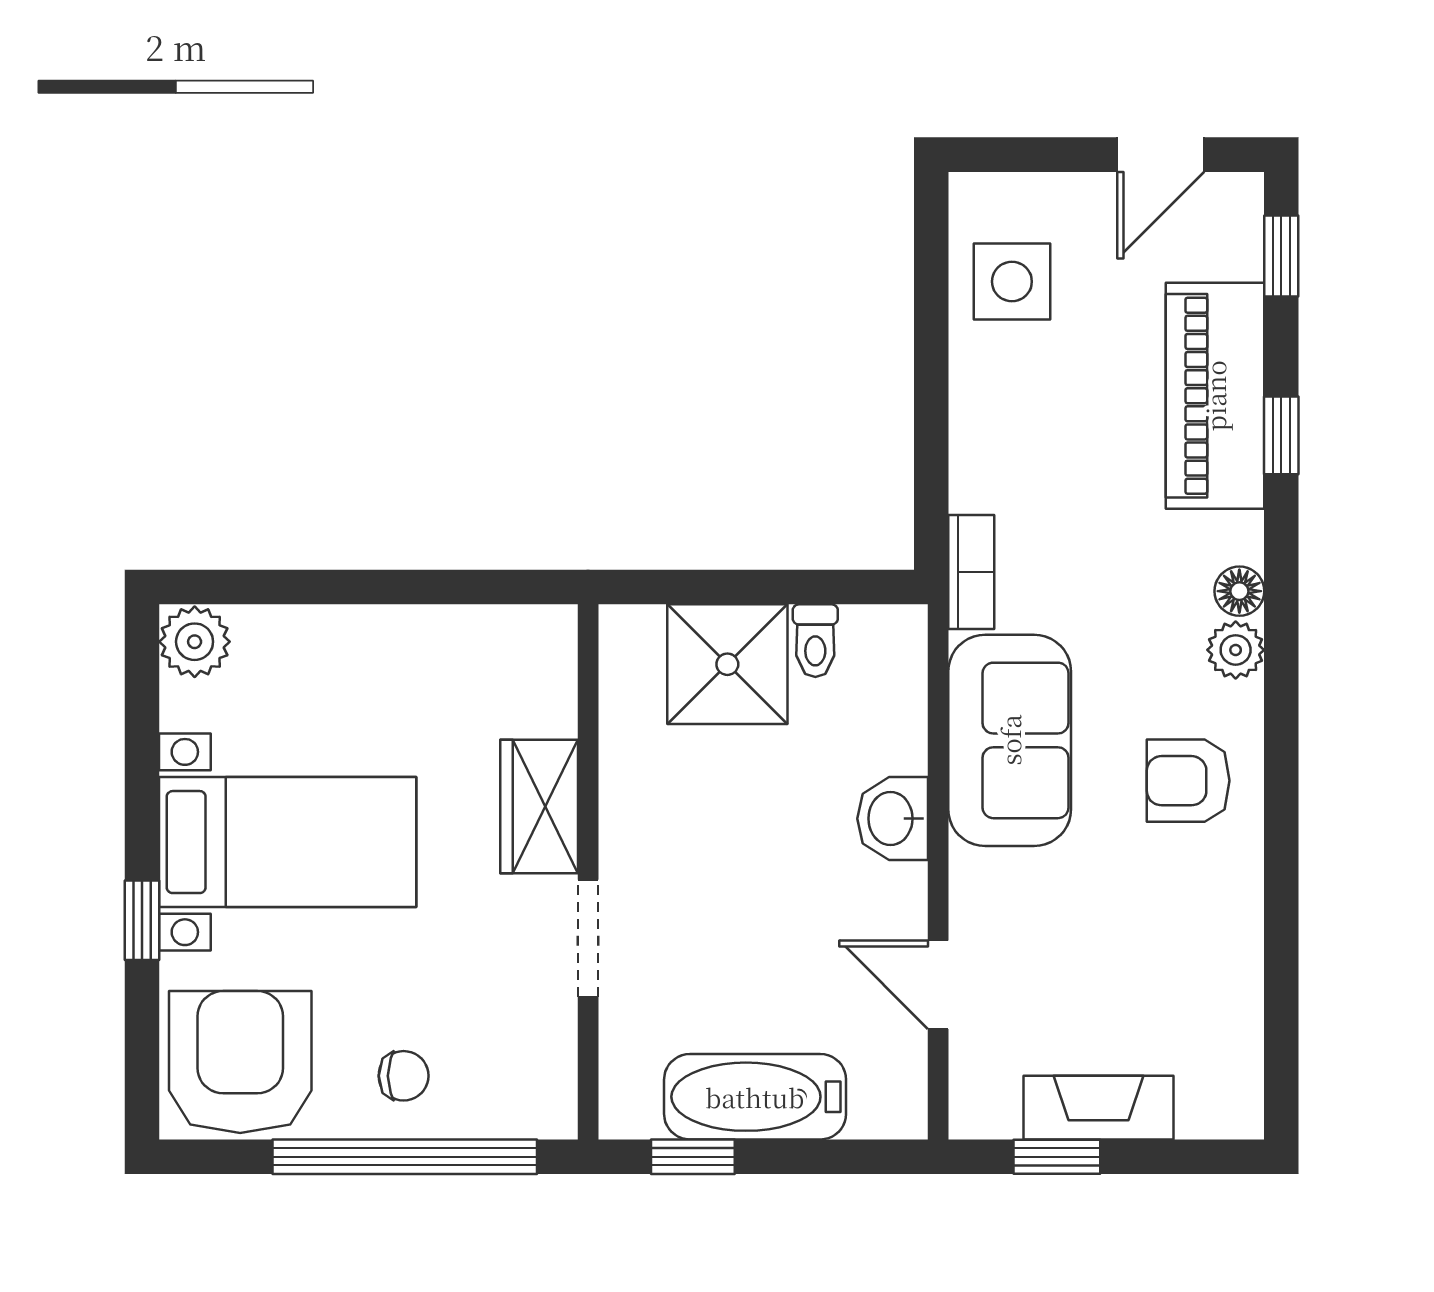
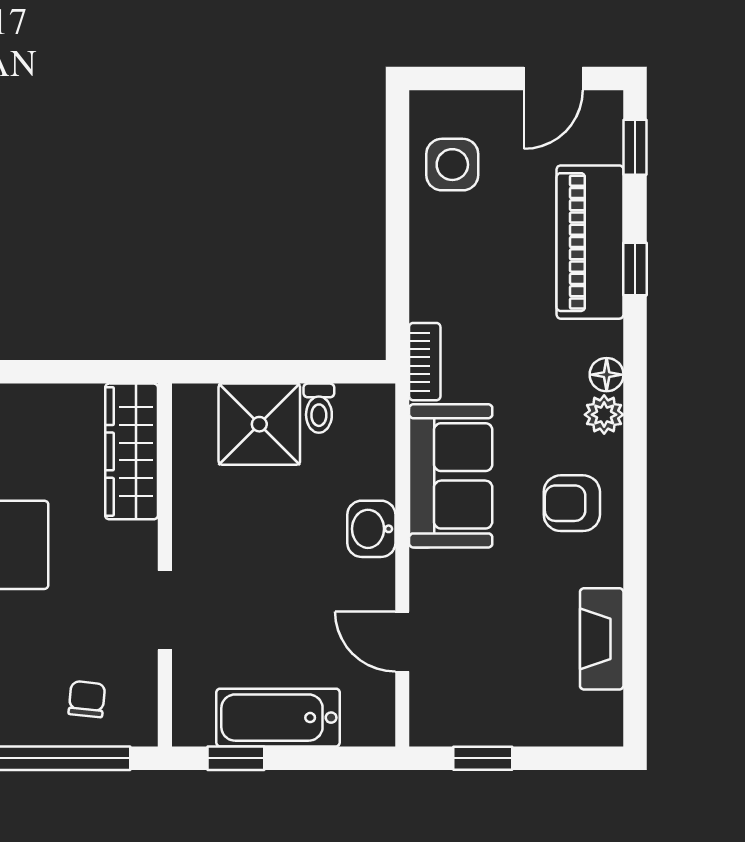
wardrobe: (539, 807) -> (132, 451), moved, width x1.50
chair: (404, 1076) -> (87, 699), moved, turned -84
fireplace: (1099, 1108) -> (602, 639), moved, turned -90

